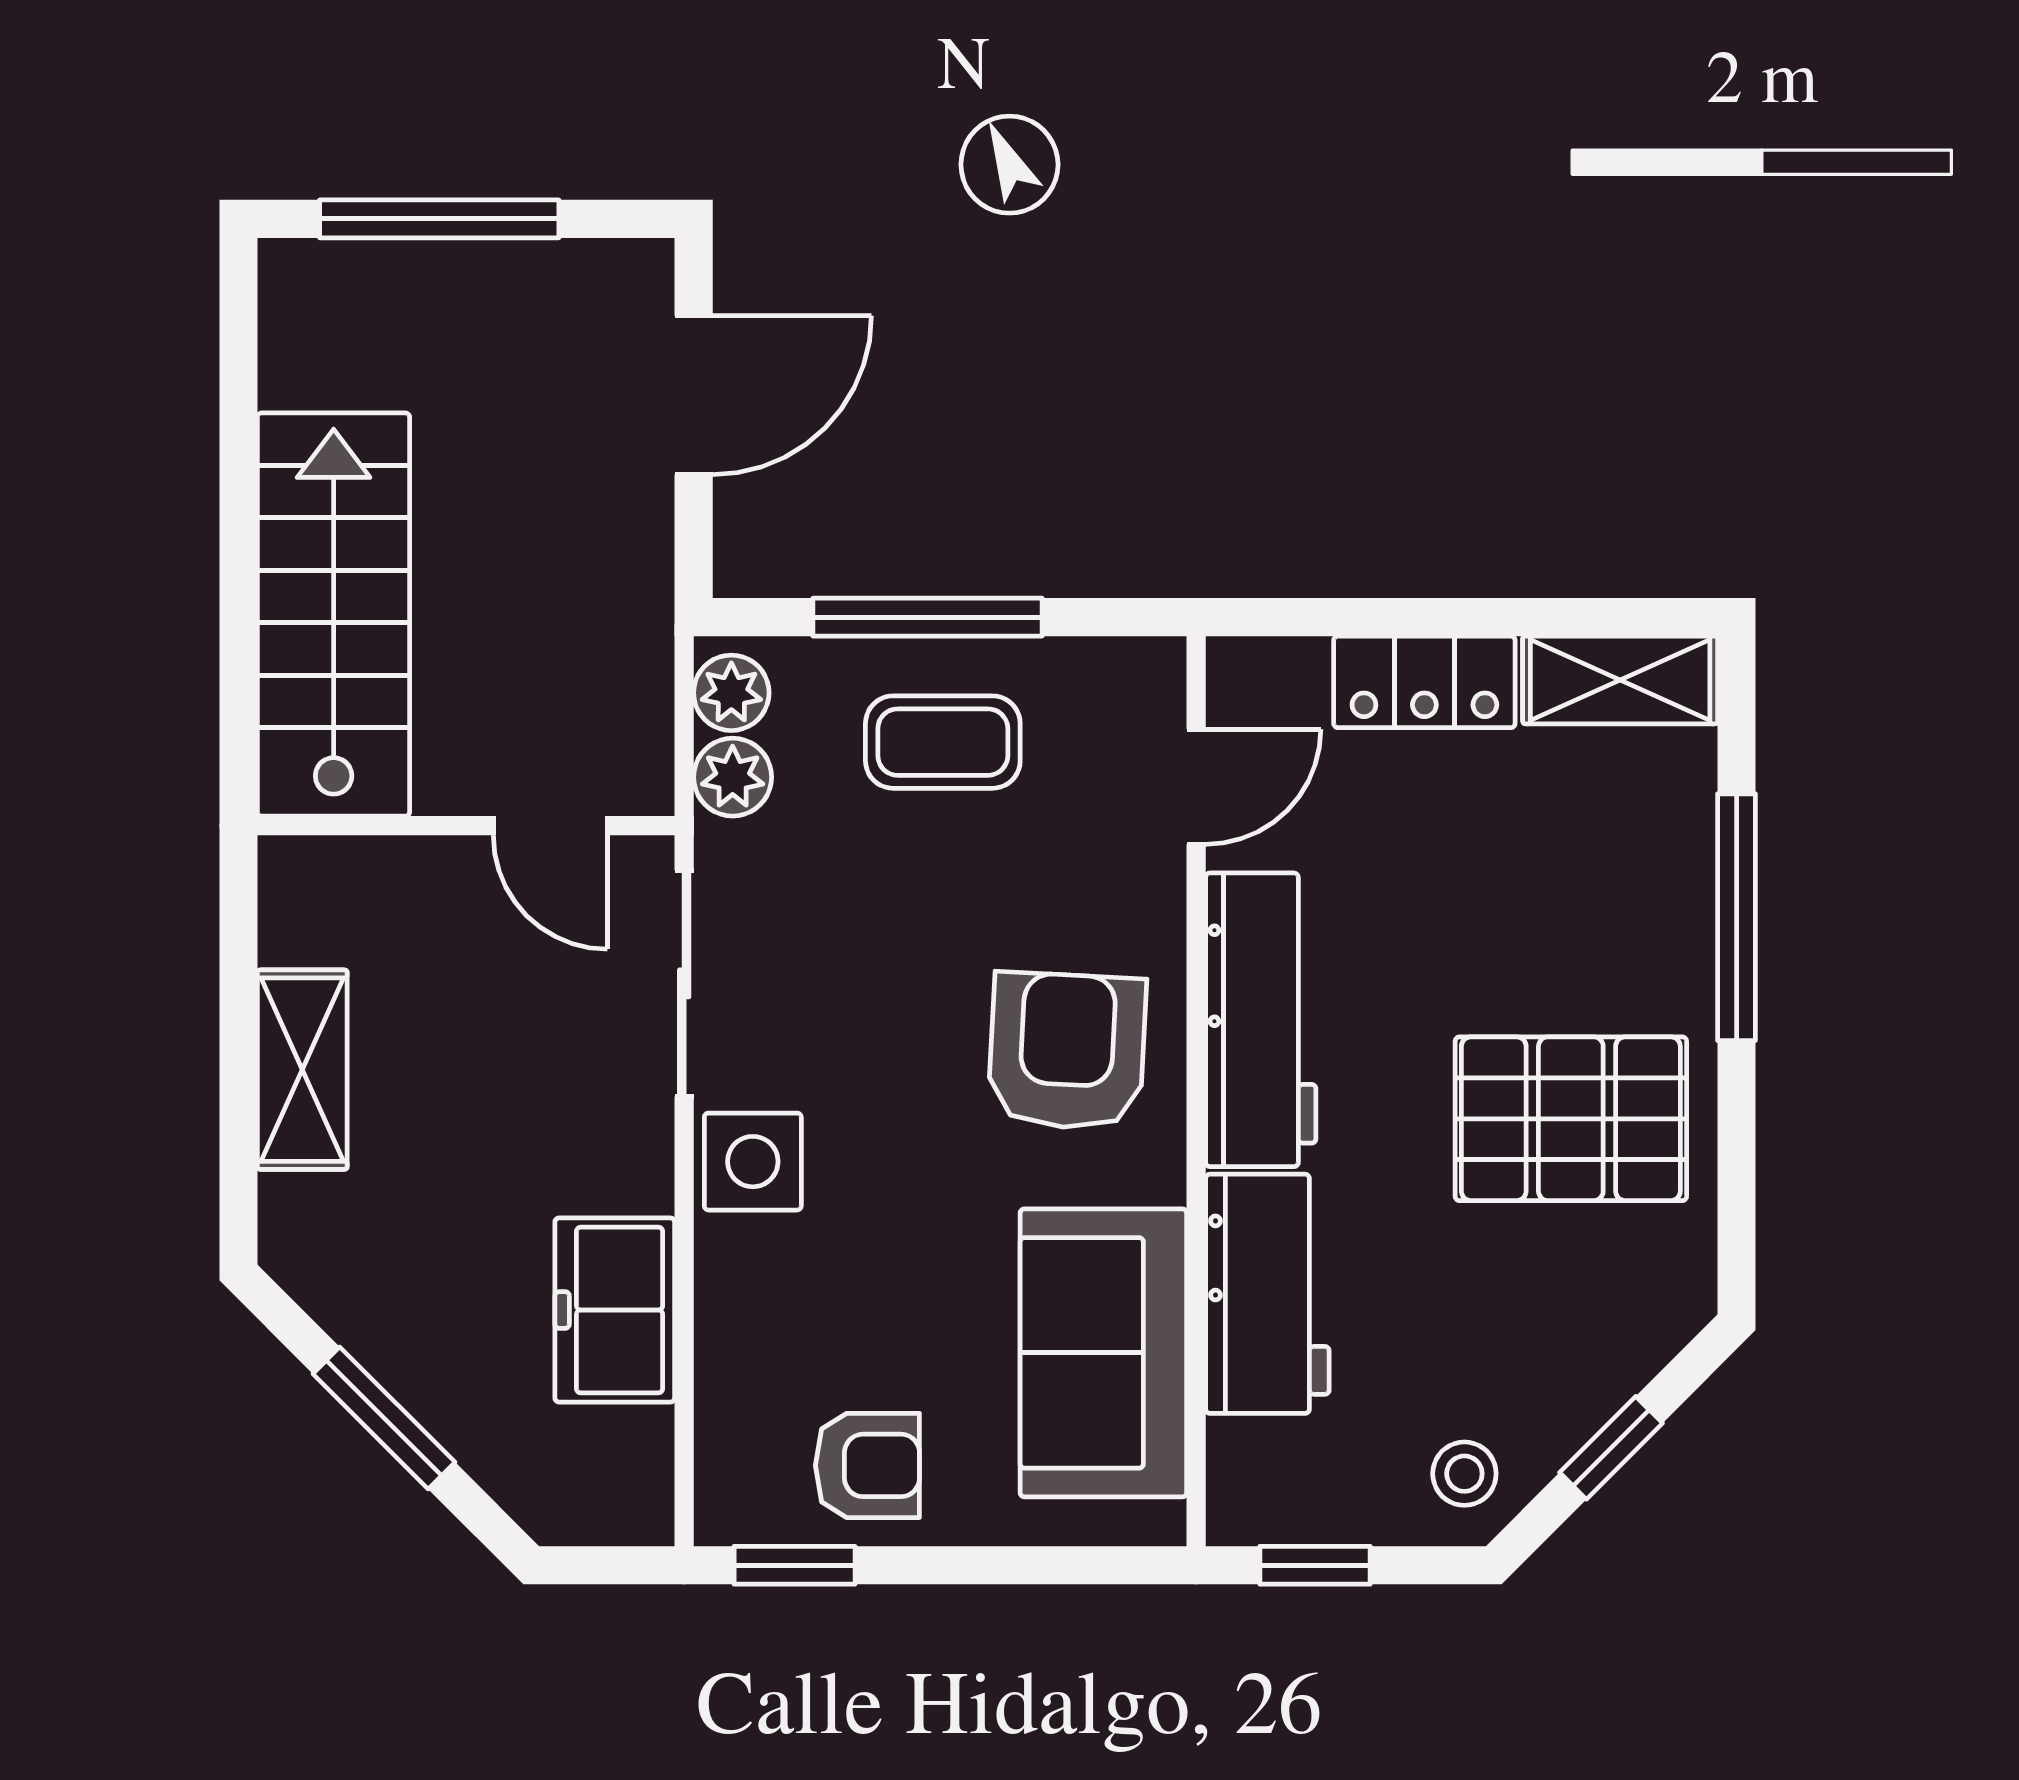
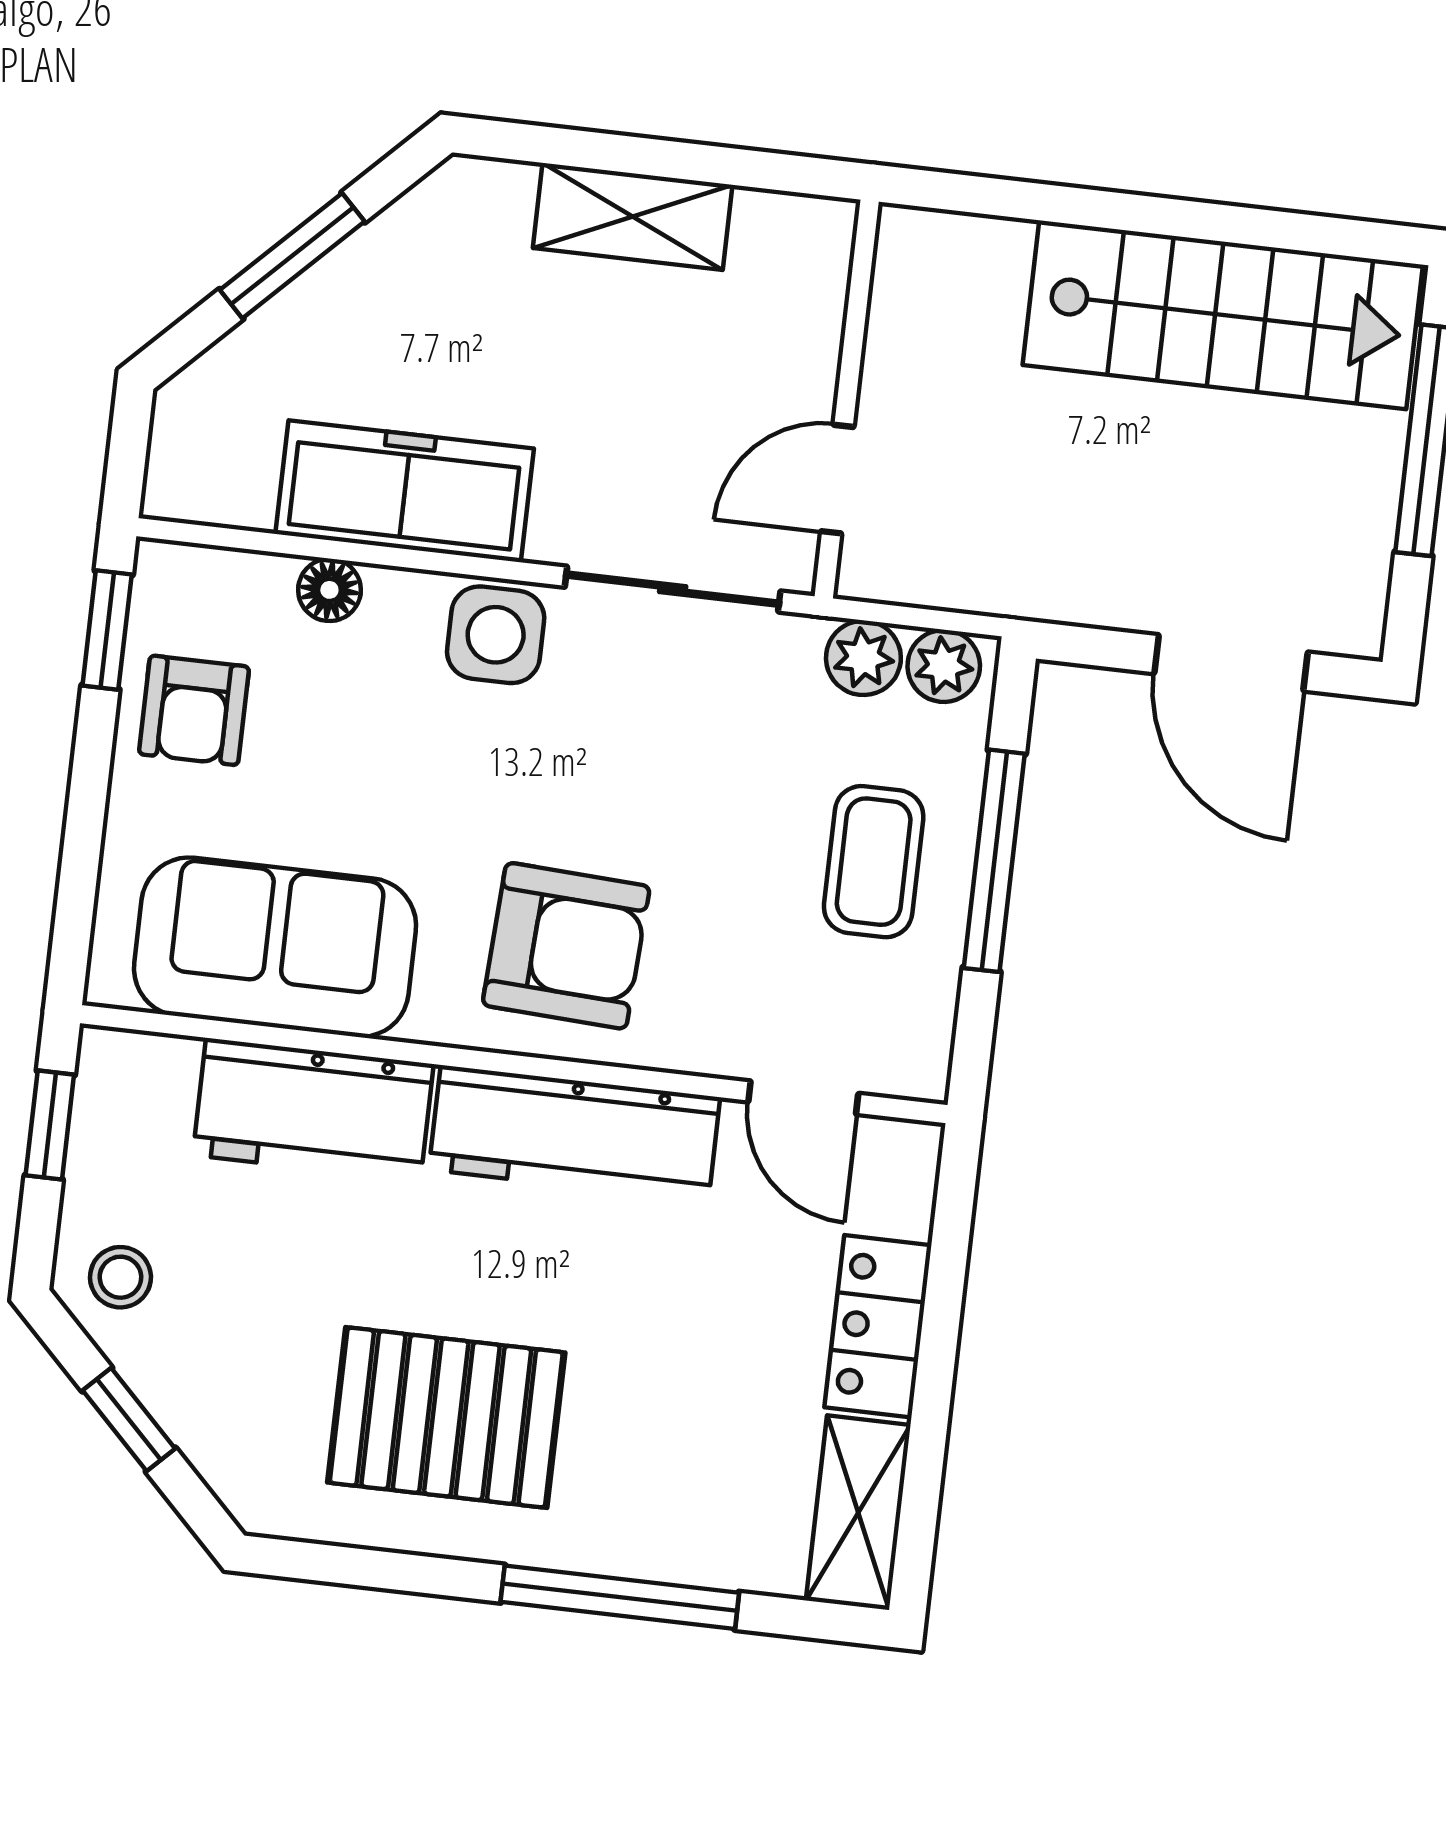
stairs: (334, 615) -> (1223, 315), moved
pallet: (1571, 1119) -> (446, 1417), turned 90
freezer: (615, 1310) -> (405, 491), width x1.40
floor lamp: (726, 1339) -> (329, 590), added

